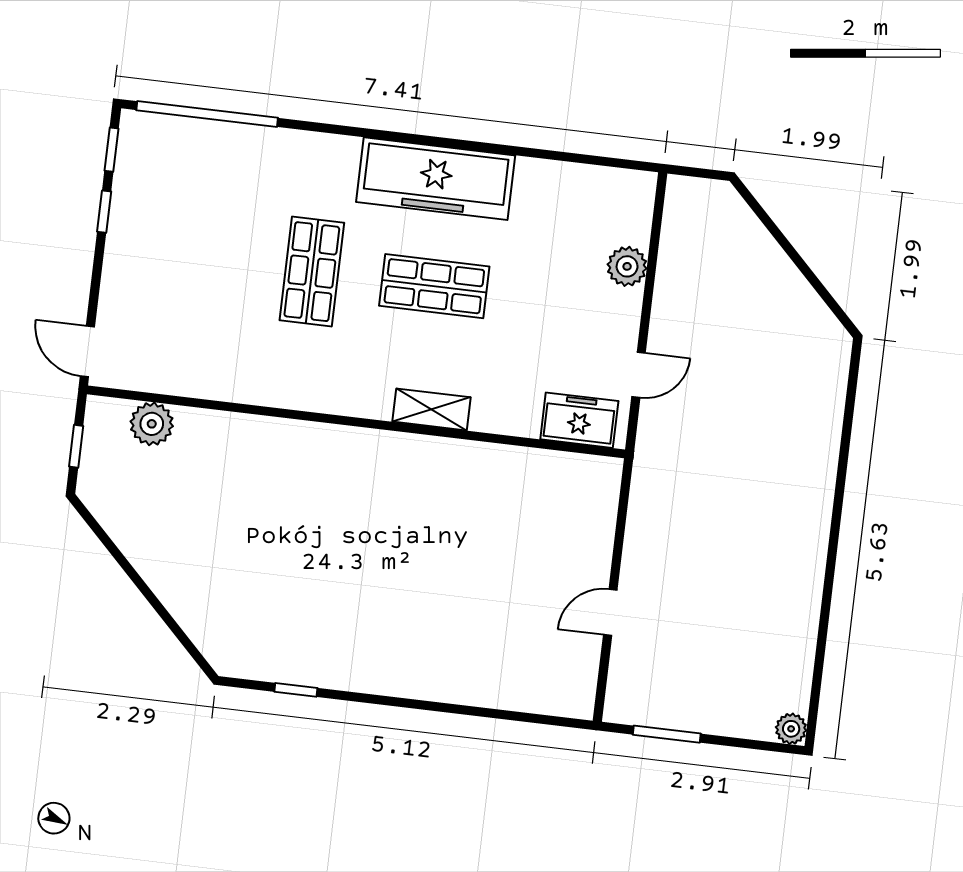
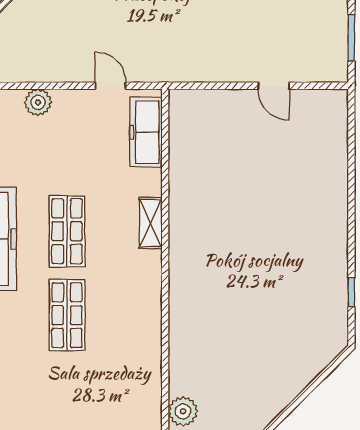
shop shelf: (312, 272) -> (67, 315), turned 90
freezer: (579, 420) -> (146, 132), width x1.40

